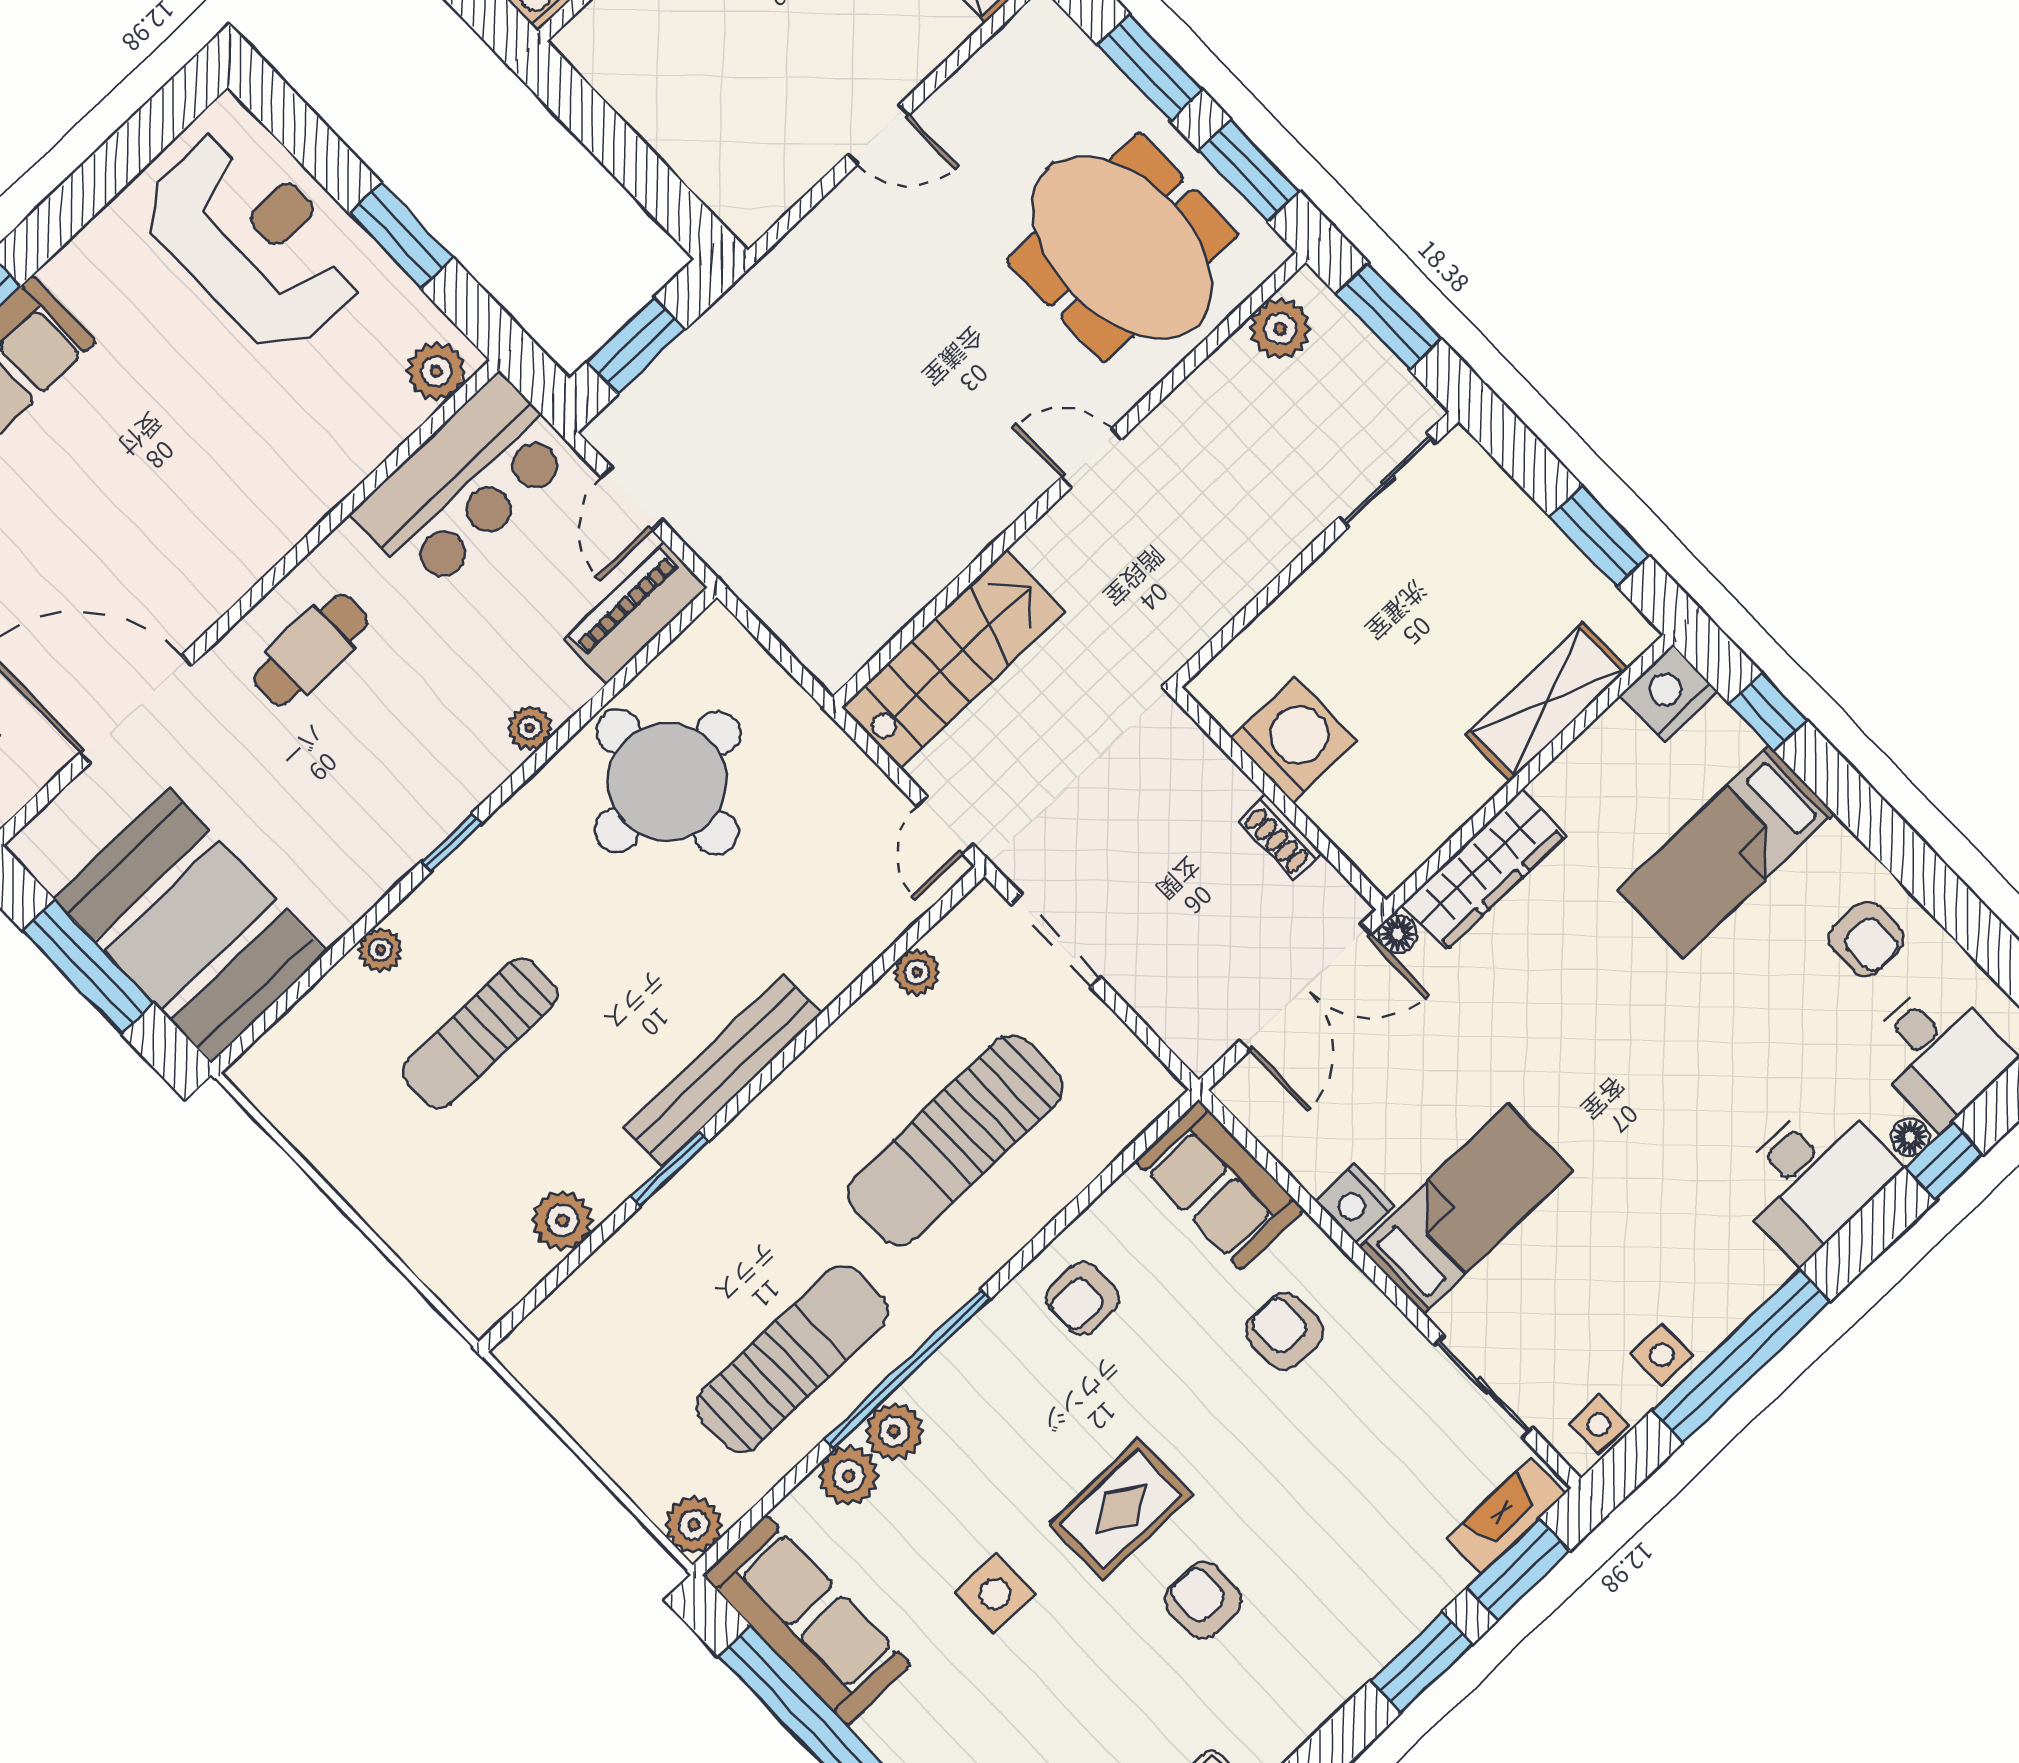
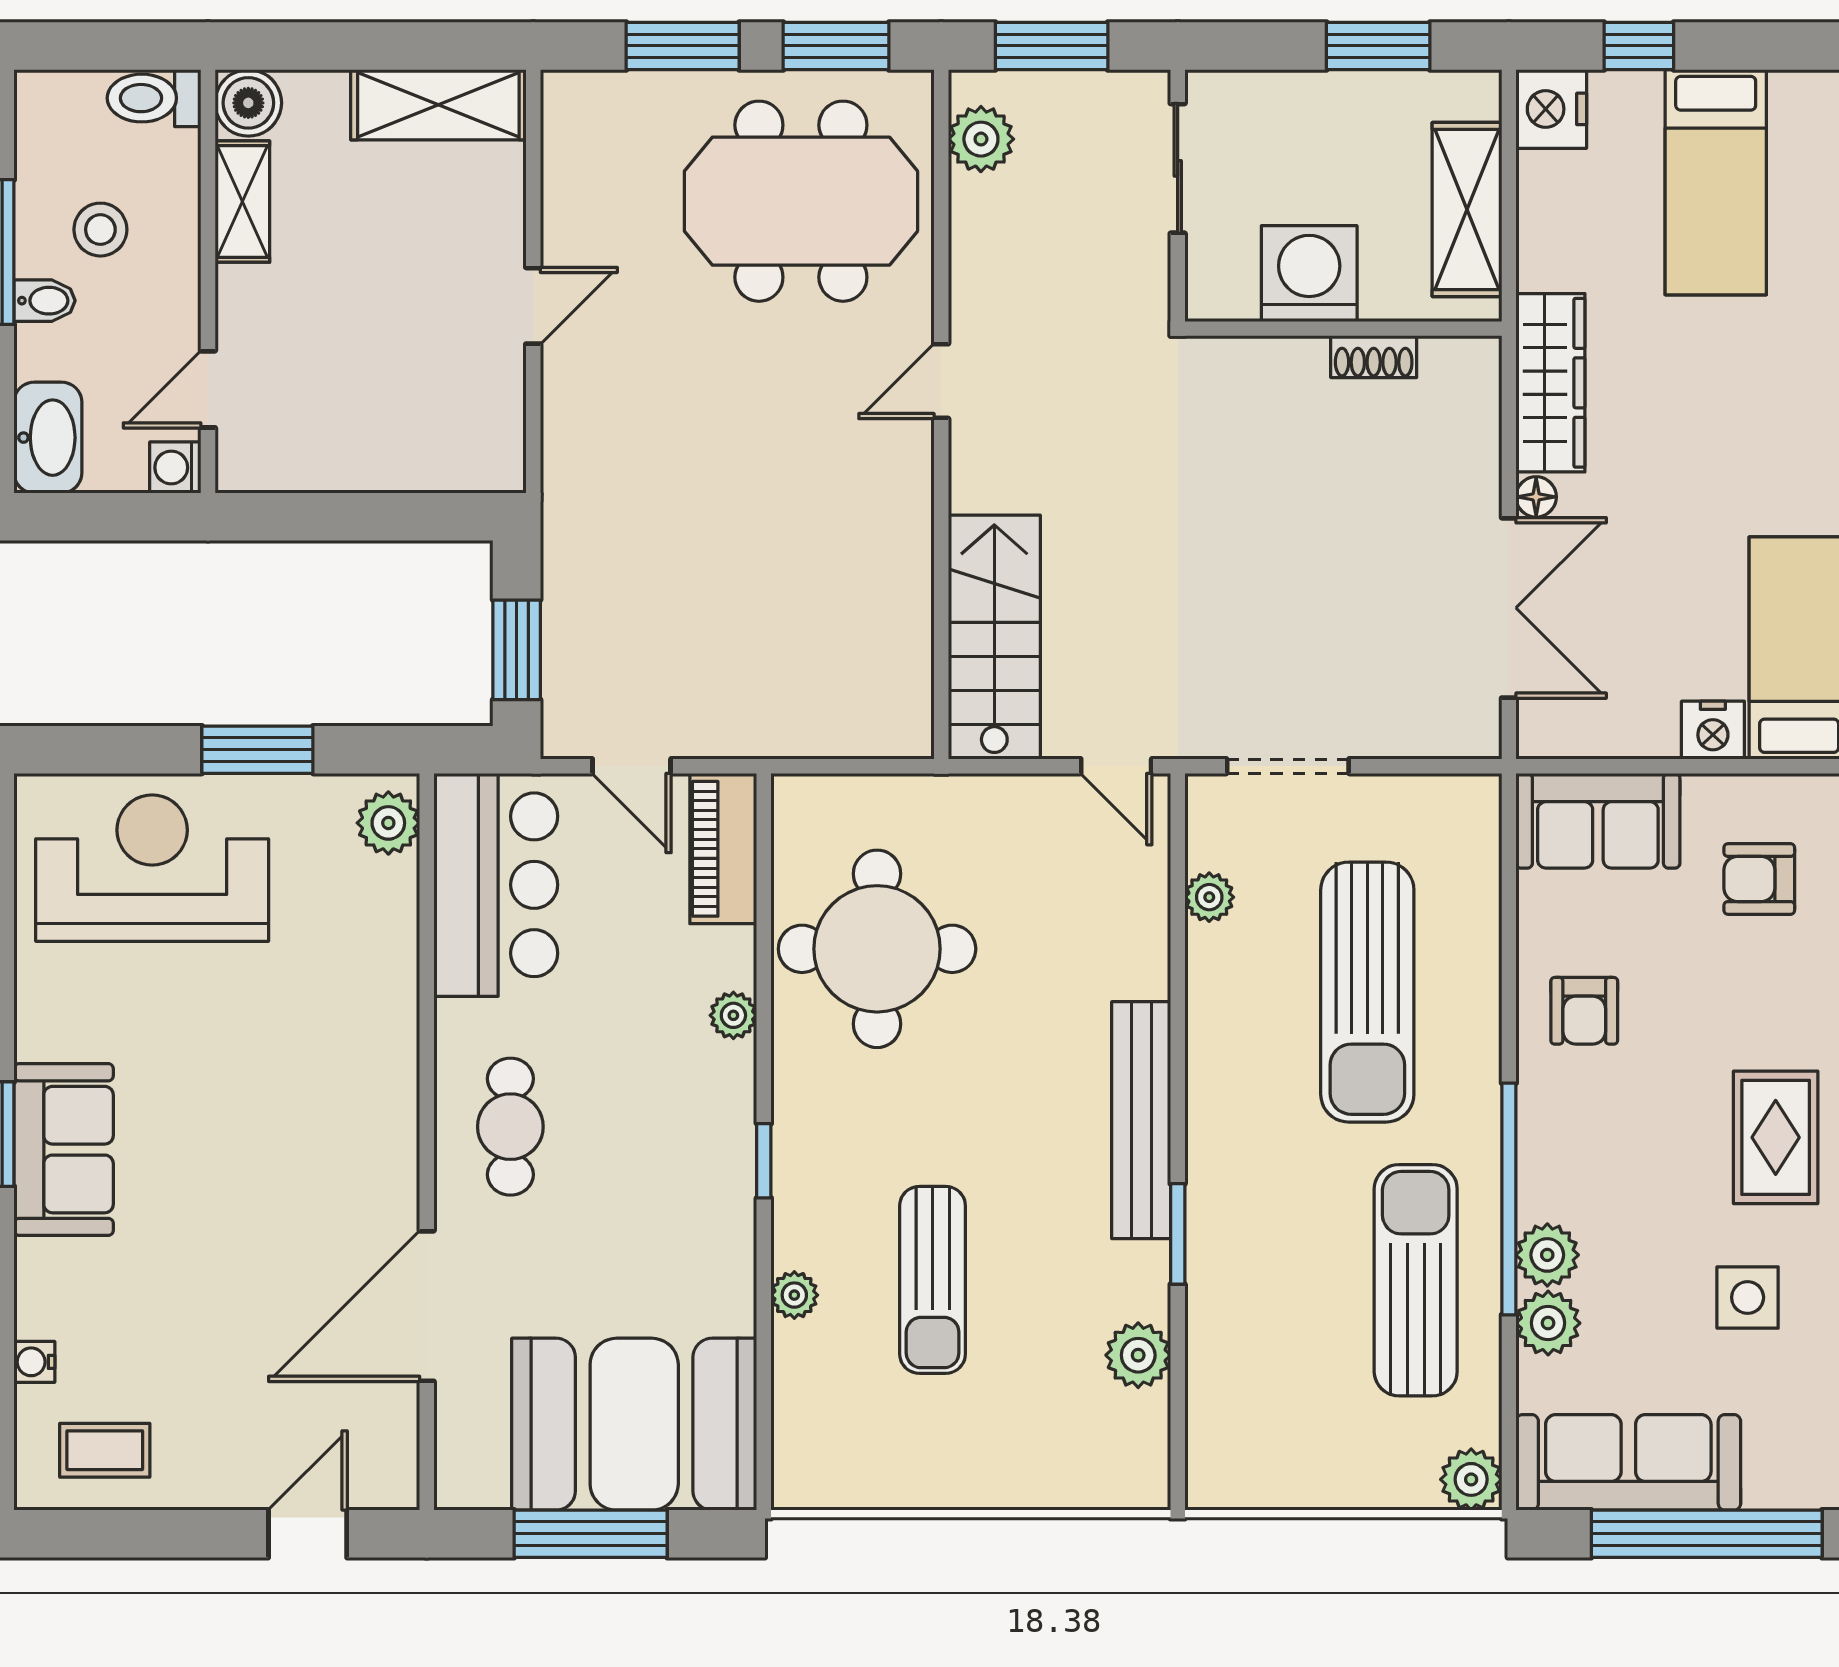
washing machine: (1294, 740) -> (1309, 274), moved
wall: (1279, 798) -> (1343, 329), moved
shoe rack: (1280, 837) -> (1374, 357), moved

